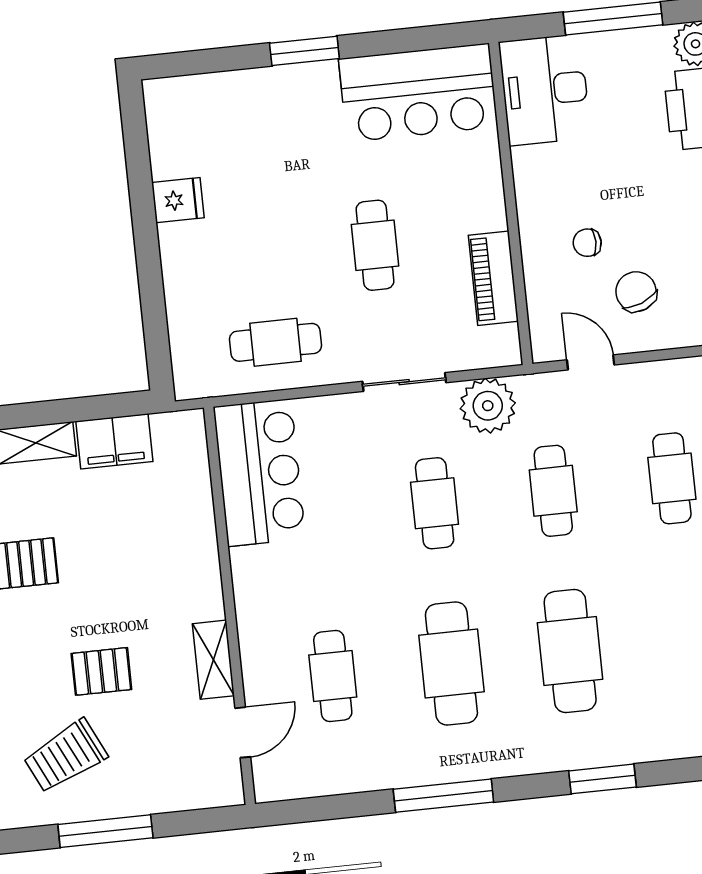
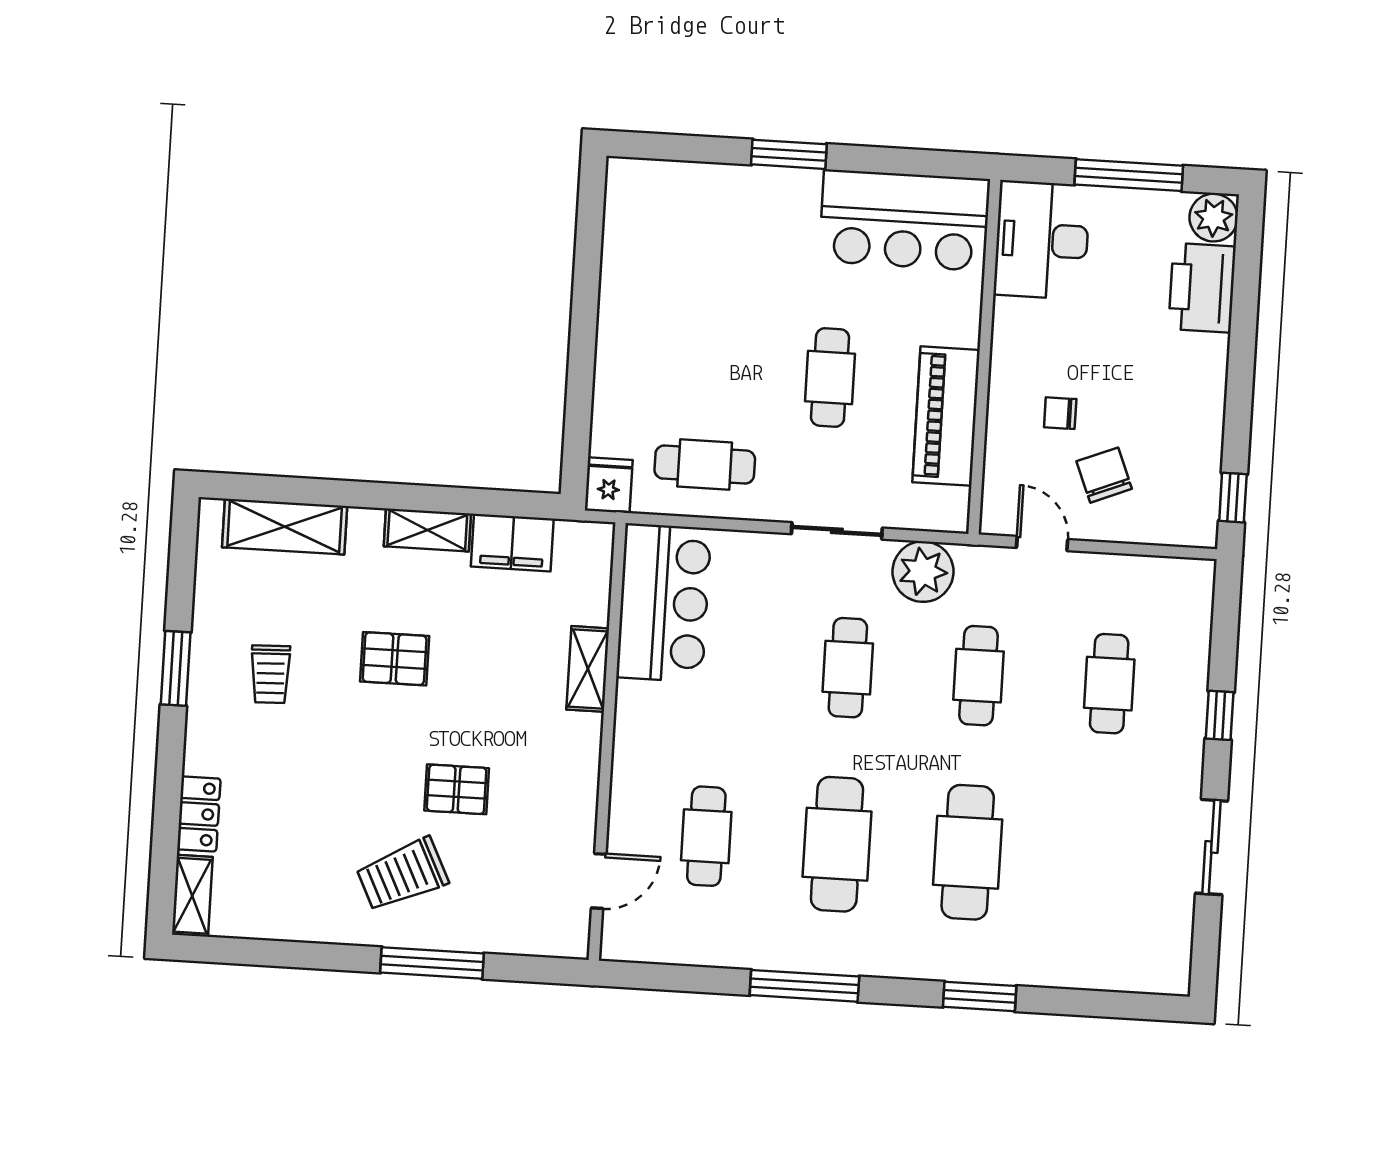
fridge: (178, 200) -> (609, 485), moved, turned -90
piano: (493, 278) -> (946, 416), width x1.37, depth x1.33
shelving: (213, 660) -> (588, 669), moved

